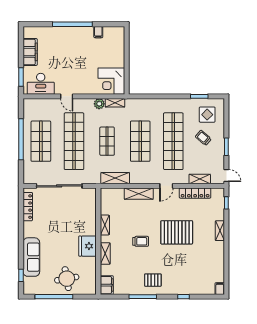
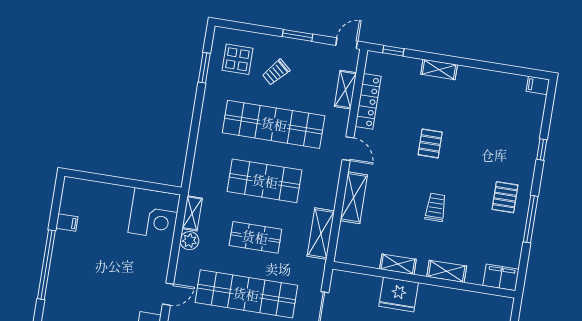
pallet: (177, 232) -> (430, 143), width x0.49, depth x0.50
fridge: (88, 246) -> (399, 294), moved

